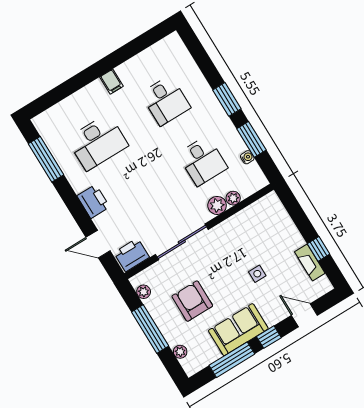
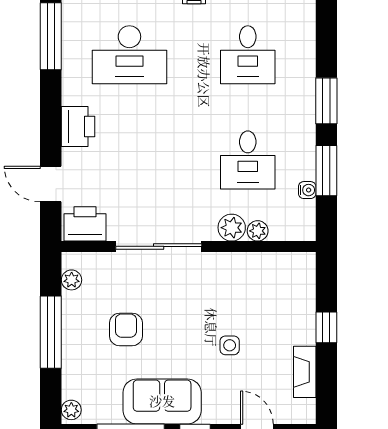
window: (318, 249) -> (326, 327), moved
armchair: (192, 301) -> (126, 329), width x0.72, depth x0.72
plant: (180, 352) -> (71, 410), moved

